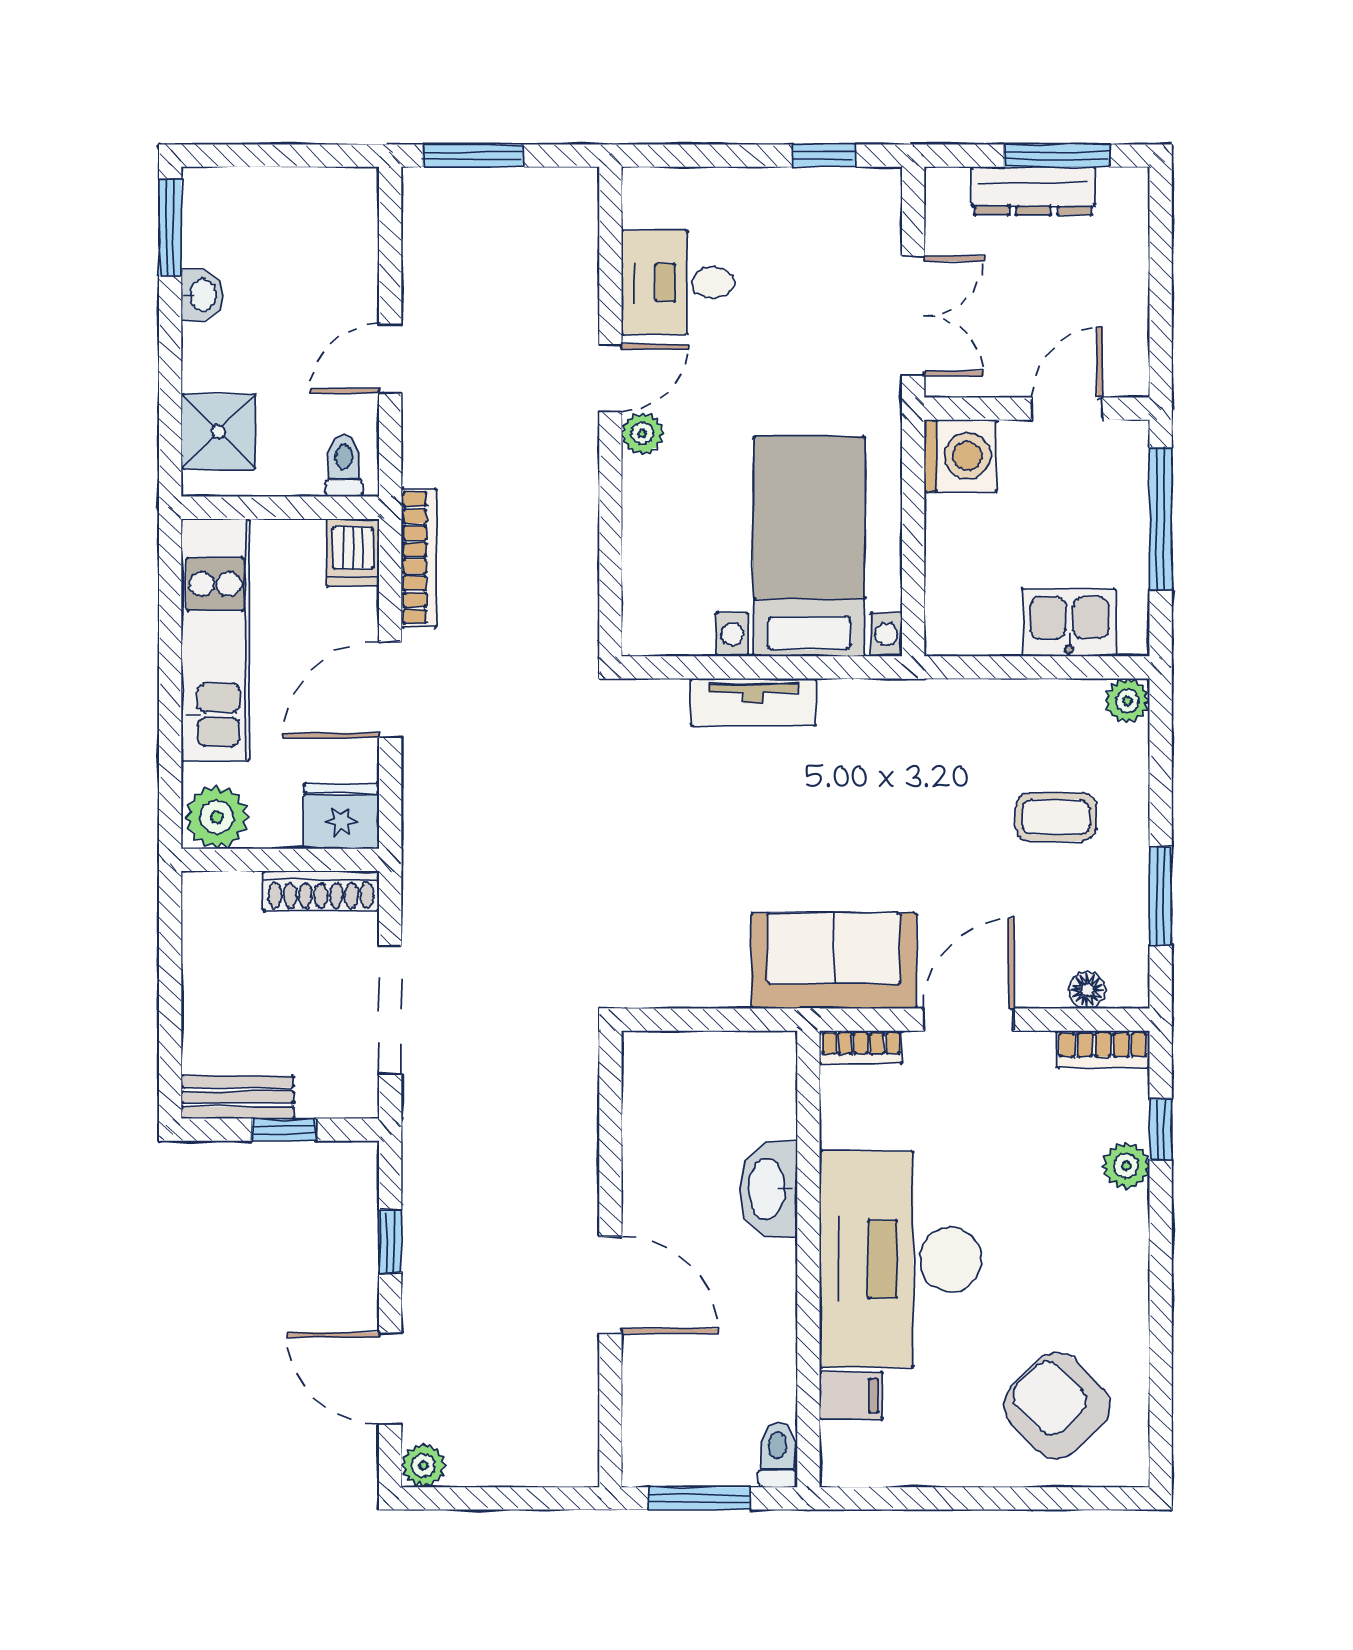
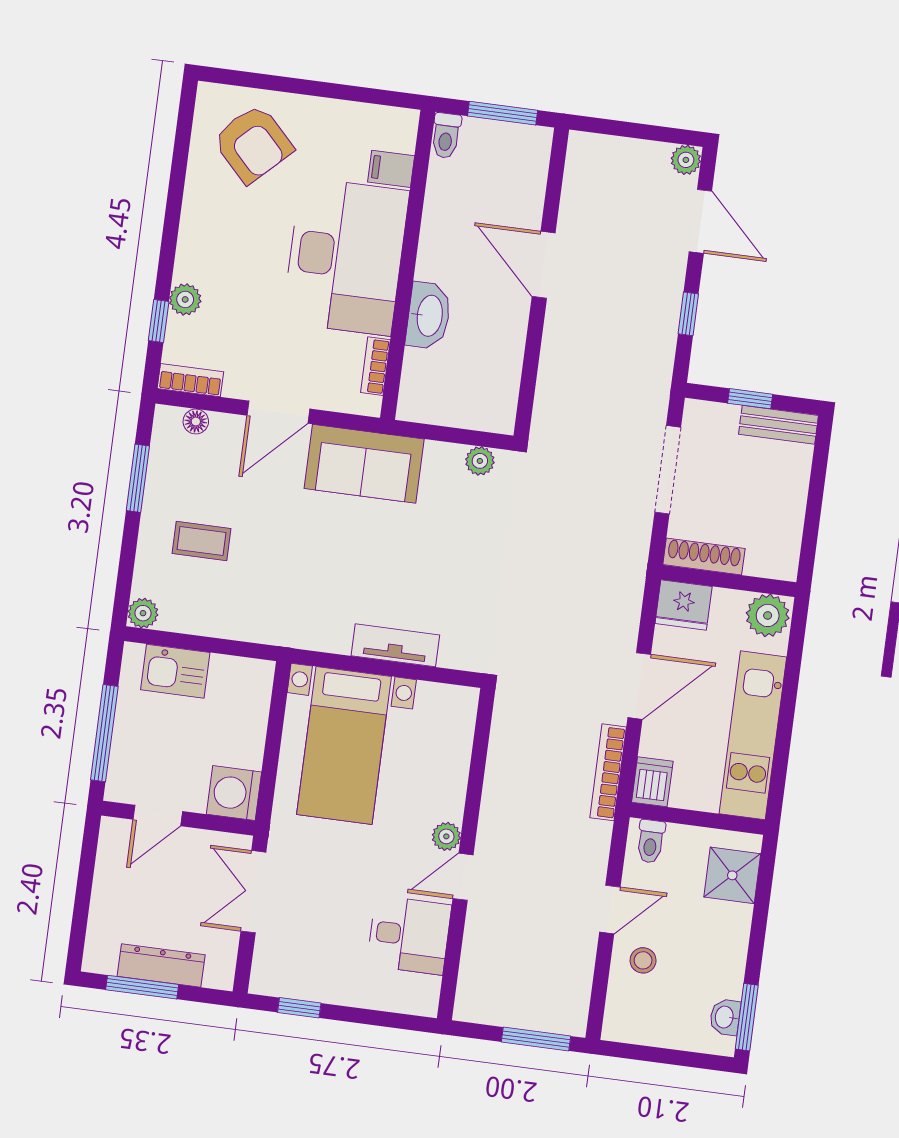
stool: (332, 291) -> (643, 960), added
washbasin: (202, 295) -> (725, 1017), moved
plant: (666, 987) -> (480, 461), added
bookcase: (861, 1047) -> (375, 366), moved, turned -90

